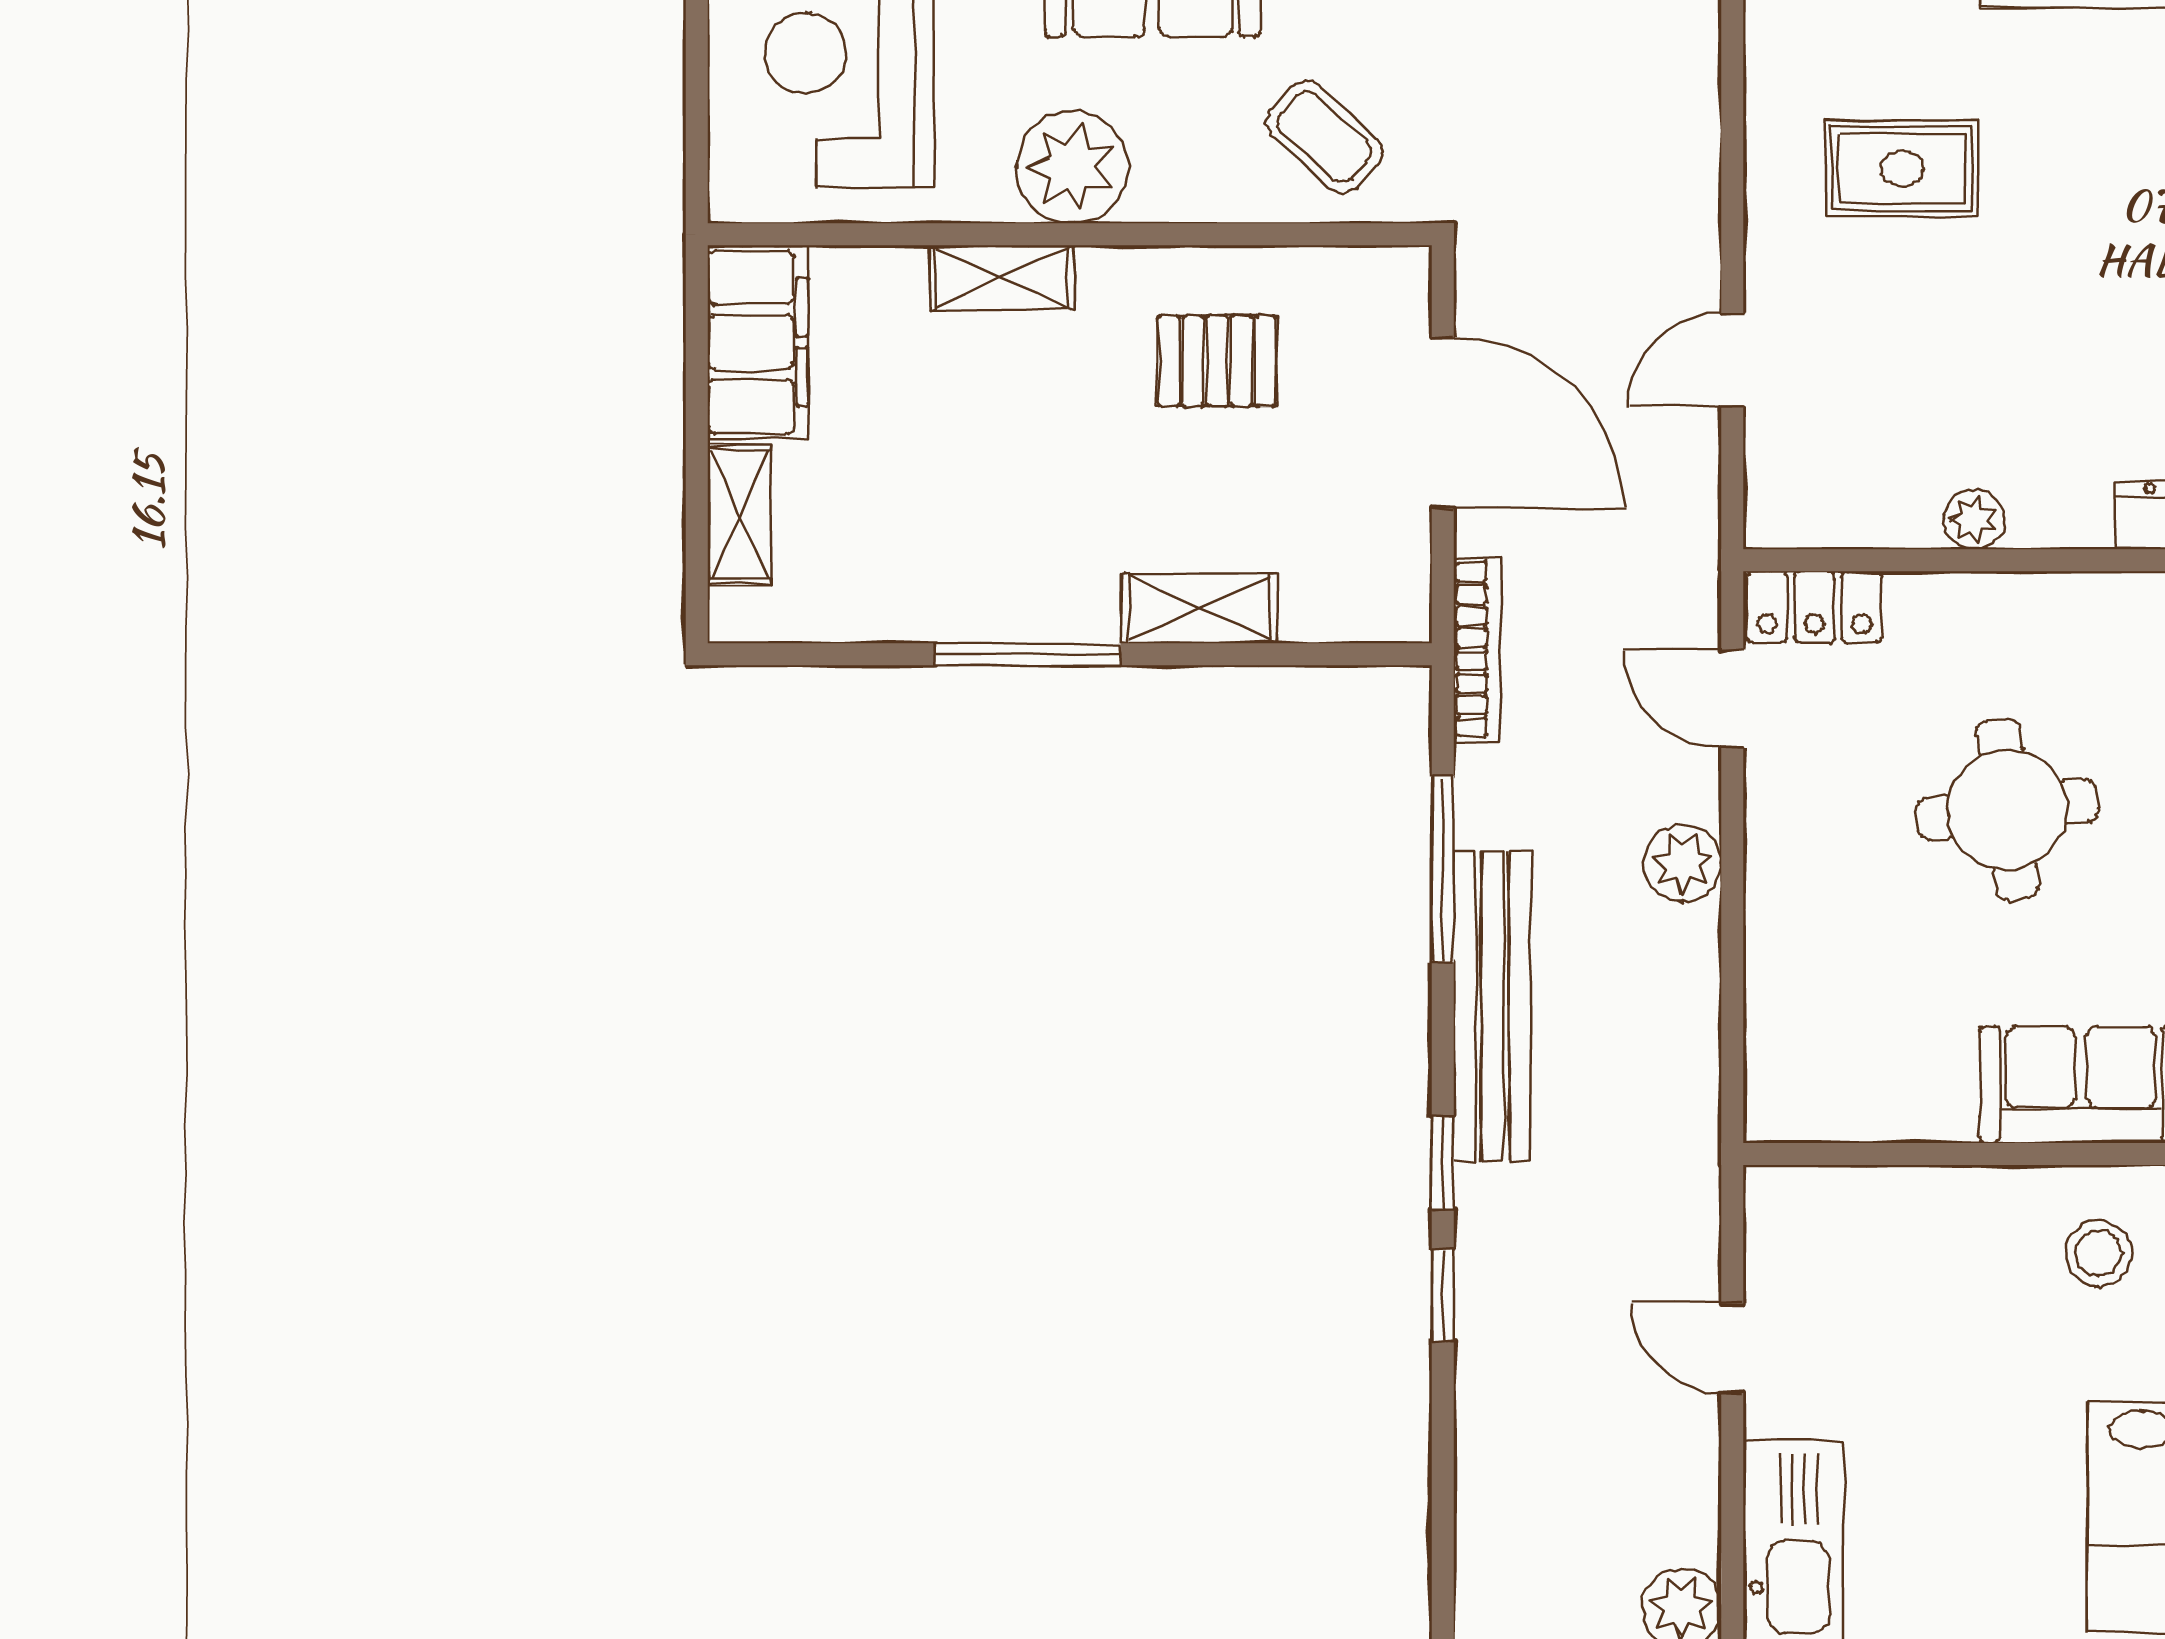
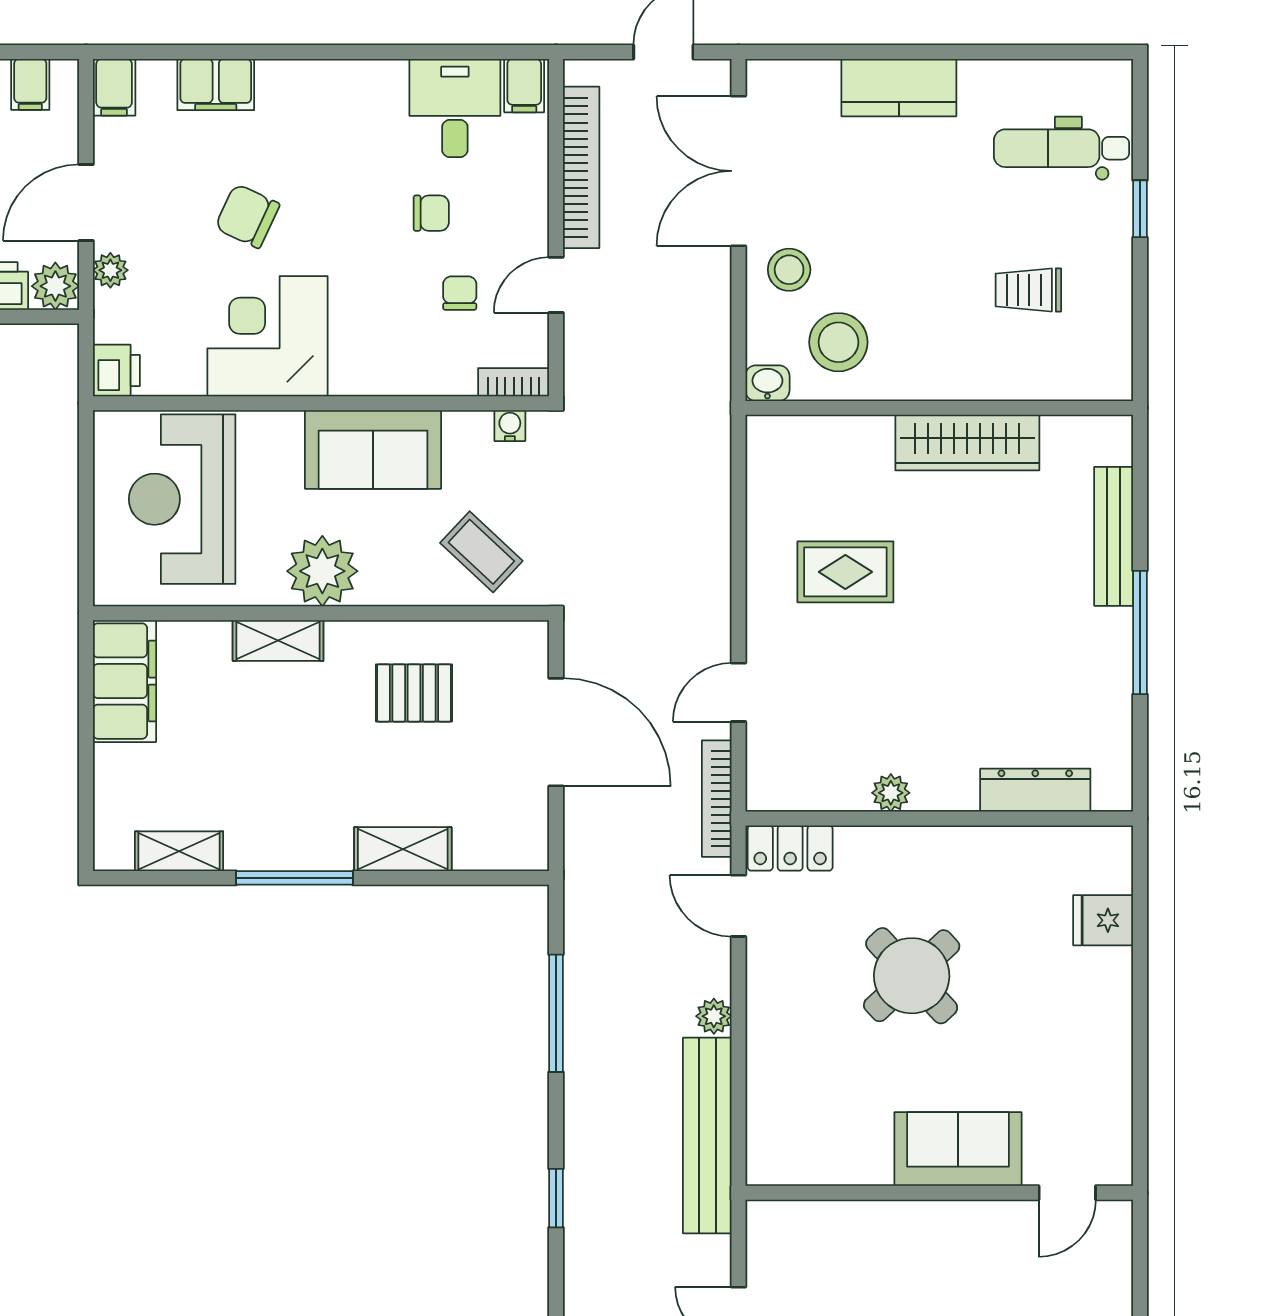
shelving: (739, 515) -> (179, 851), moved, turned 90
bookcase: (1477, 649) -> (717, 799), moved, turned 180
round table: (2007, 810) -> (912, 976), turned -36
plant: (1683, 863) -> (714, 1016), width x0.73, depth x0.73
bench: (1492, 1006) -> (707, 1136), moved
stool: (2099, 1253) -> (969, 1255), removed
window: (1443, 1295) -> (556, 1282), removed

